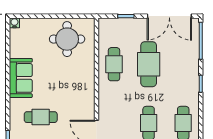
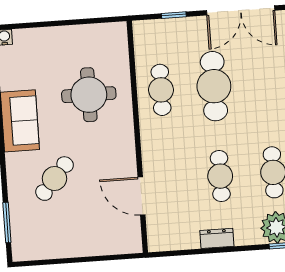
round table: (67, 39) -> (89, 95), moved
cafe table: (41, 117) -> (55, 179), turned -49

